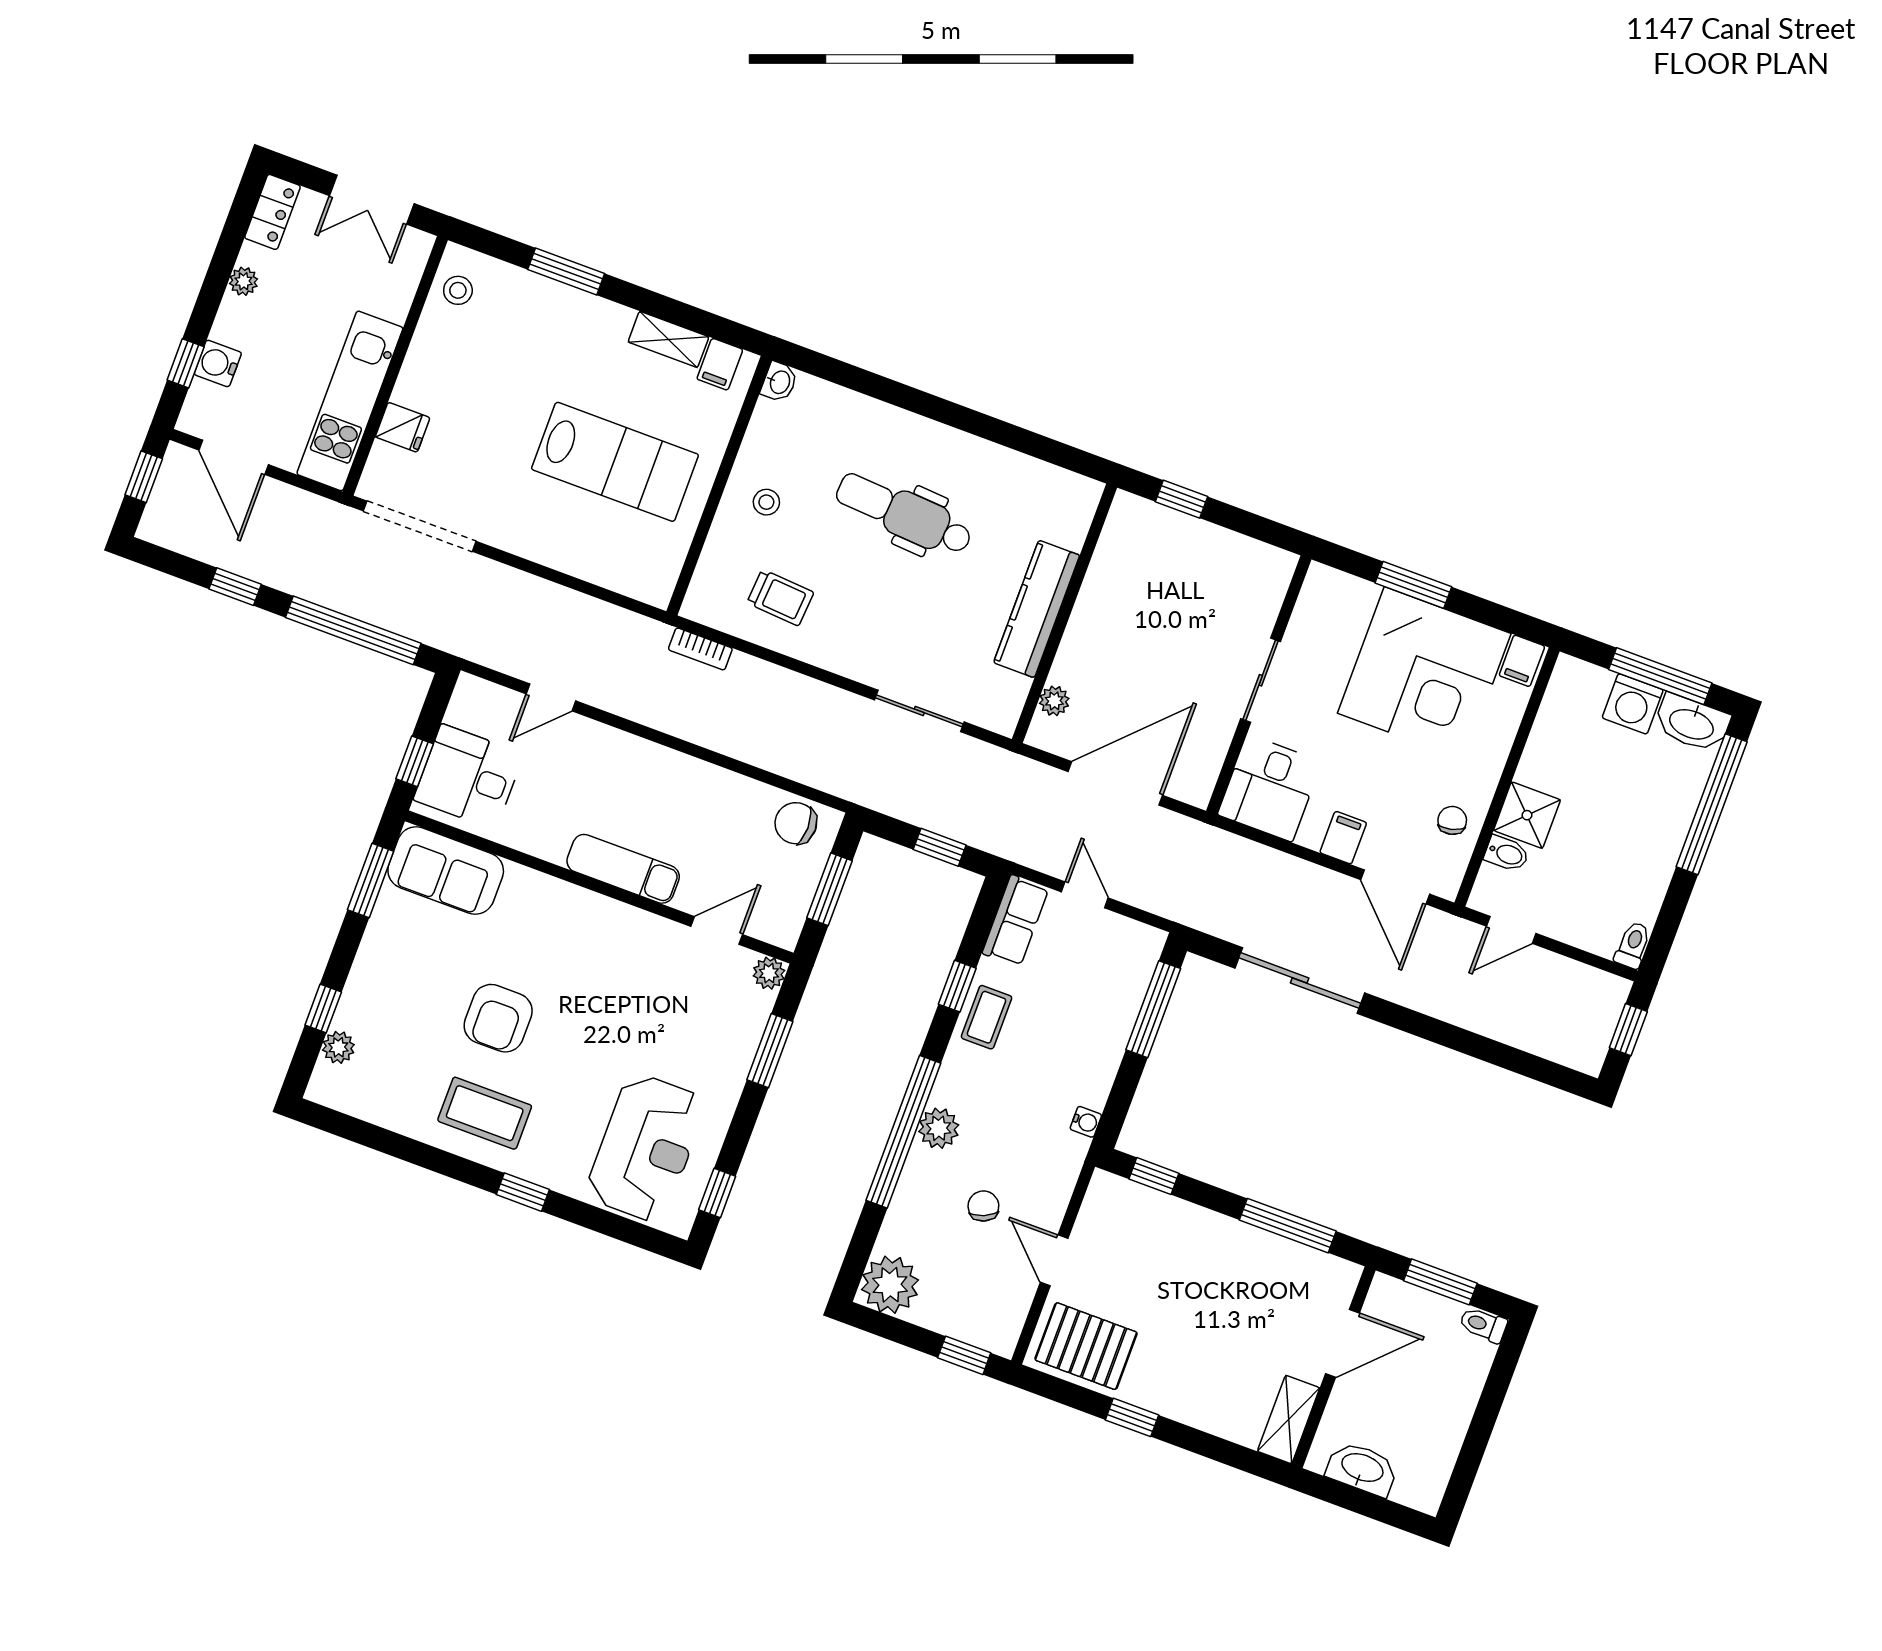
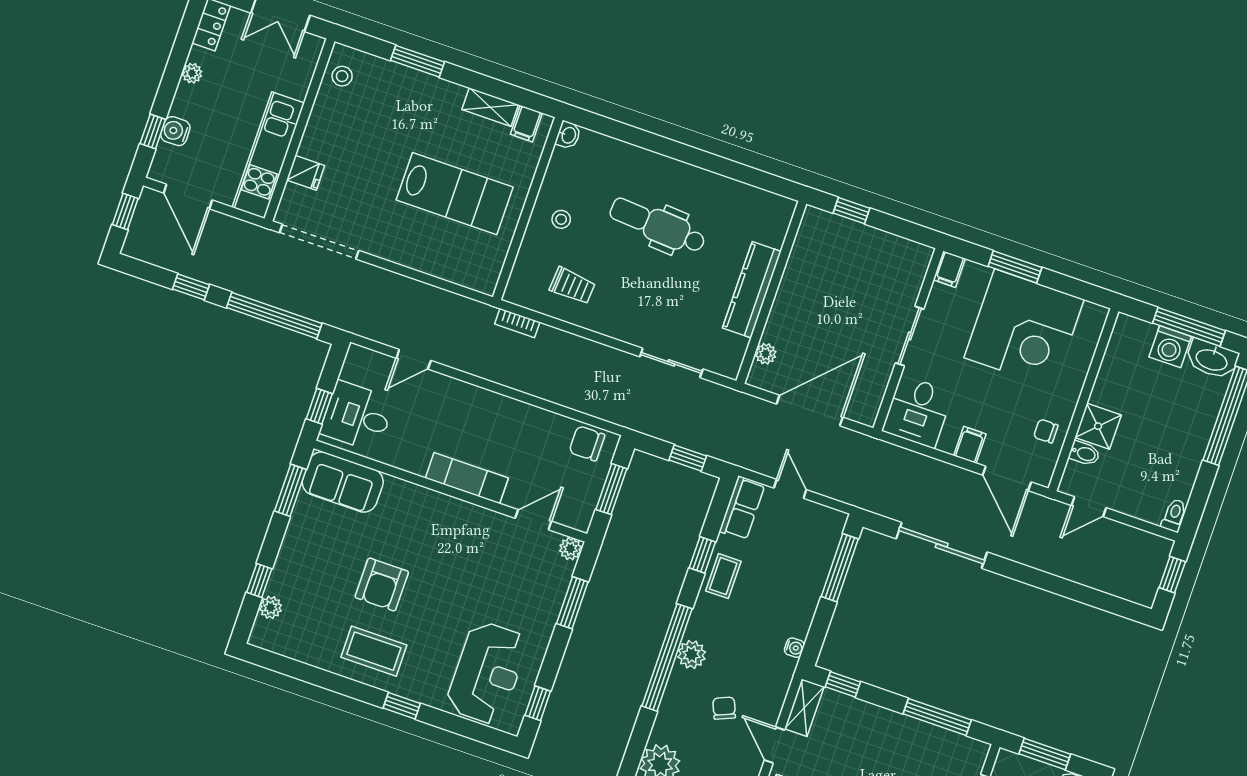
filing cabinet: (1522, 661) -> (949, 269), moved
chair: (1452, 820) -> (1046, 431), turned -76
shelving: (1098, 1208) -> (804, 708), added

